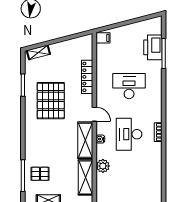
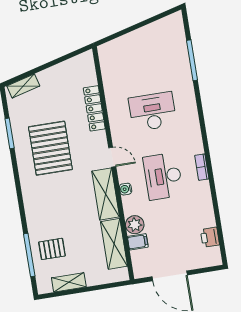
filing cabinet: (103, 38) -> (138, 242), moved
printer: (153, 47) -> (210, 237), moved, width x0.53, depth x0.68

